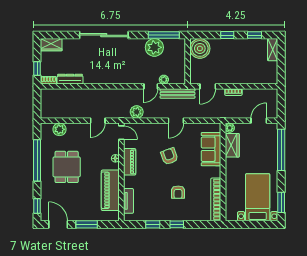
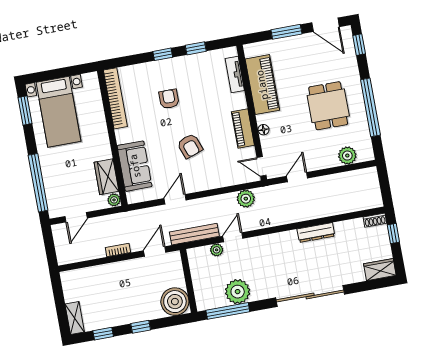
dresser: (70, 79) -> (316, 233), moved
door: (176, 121) -> (175, 199), moved

